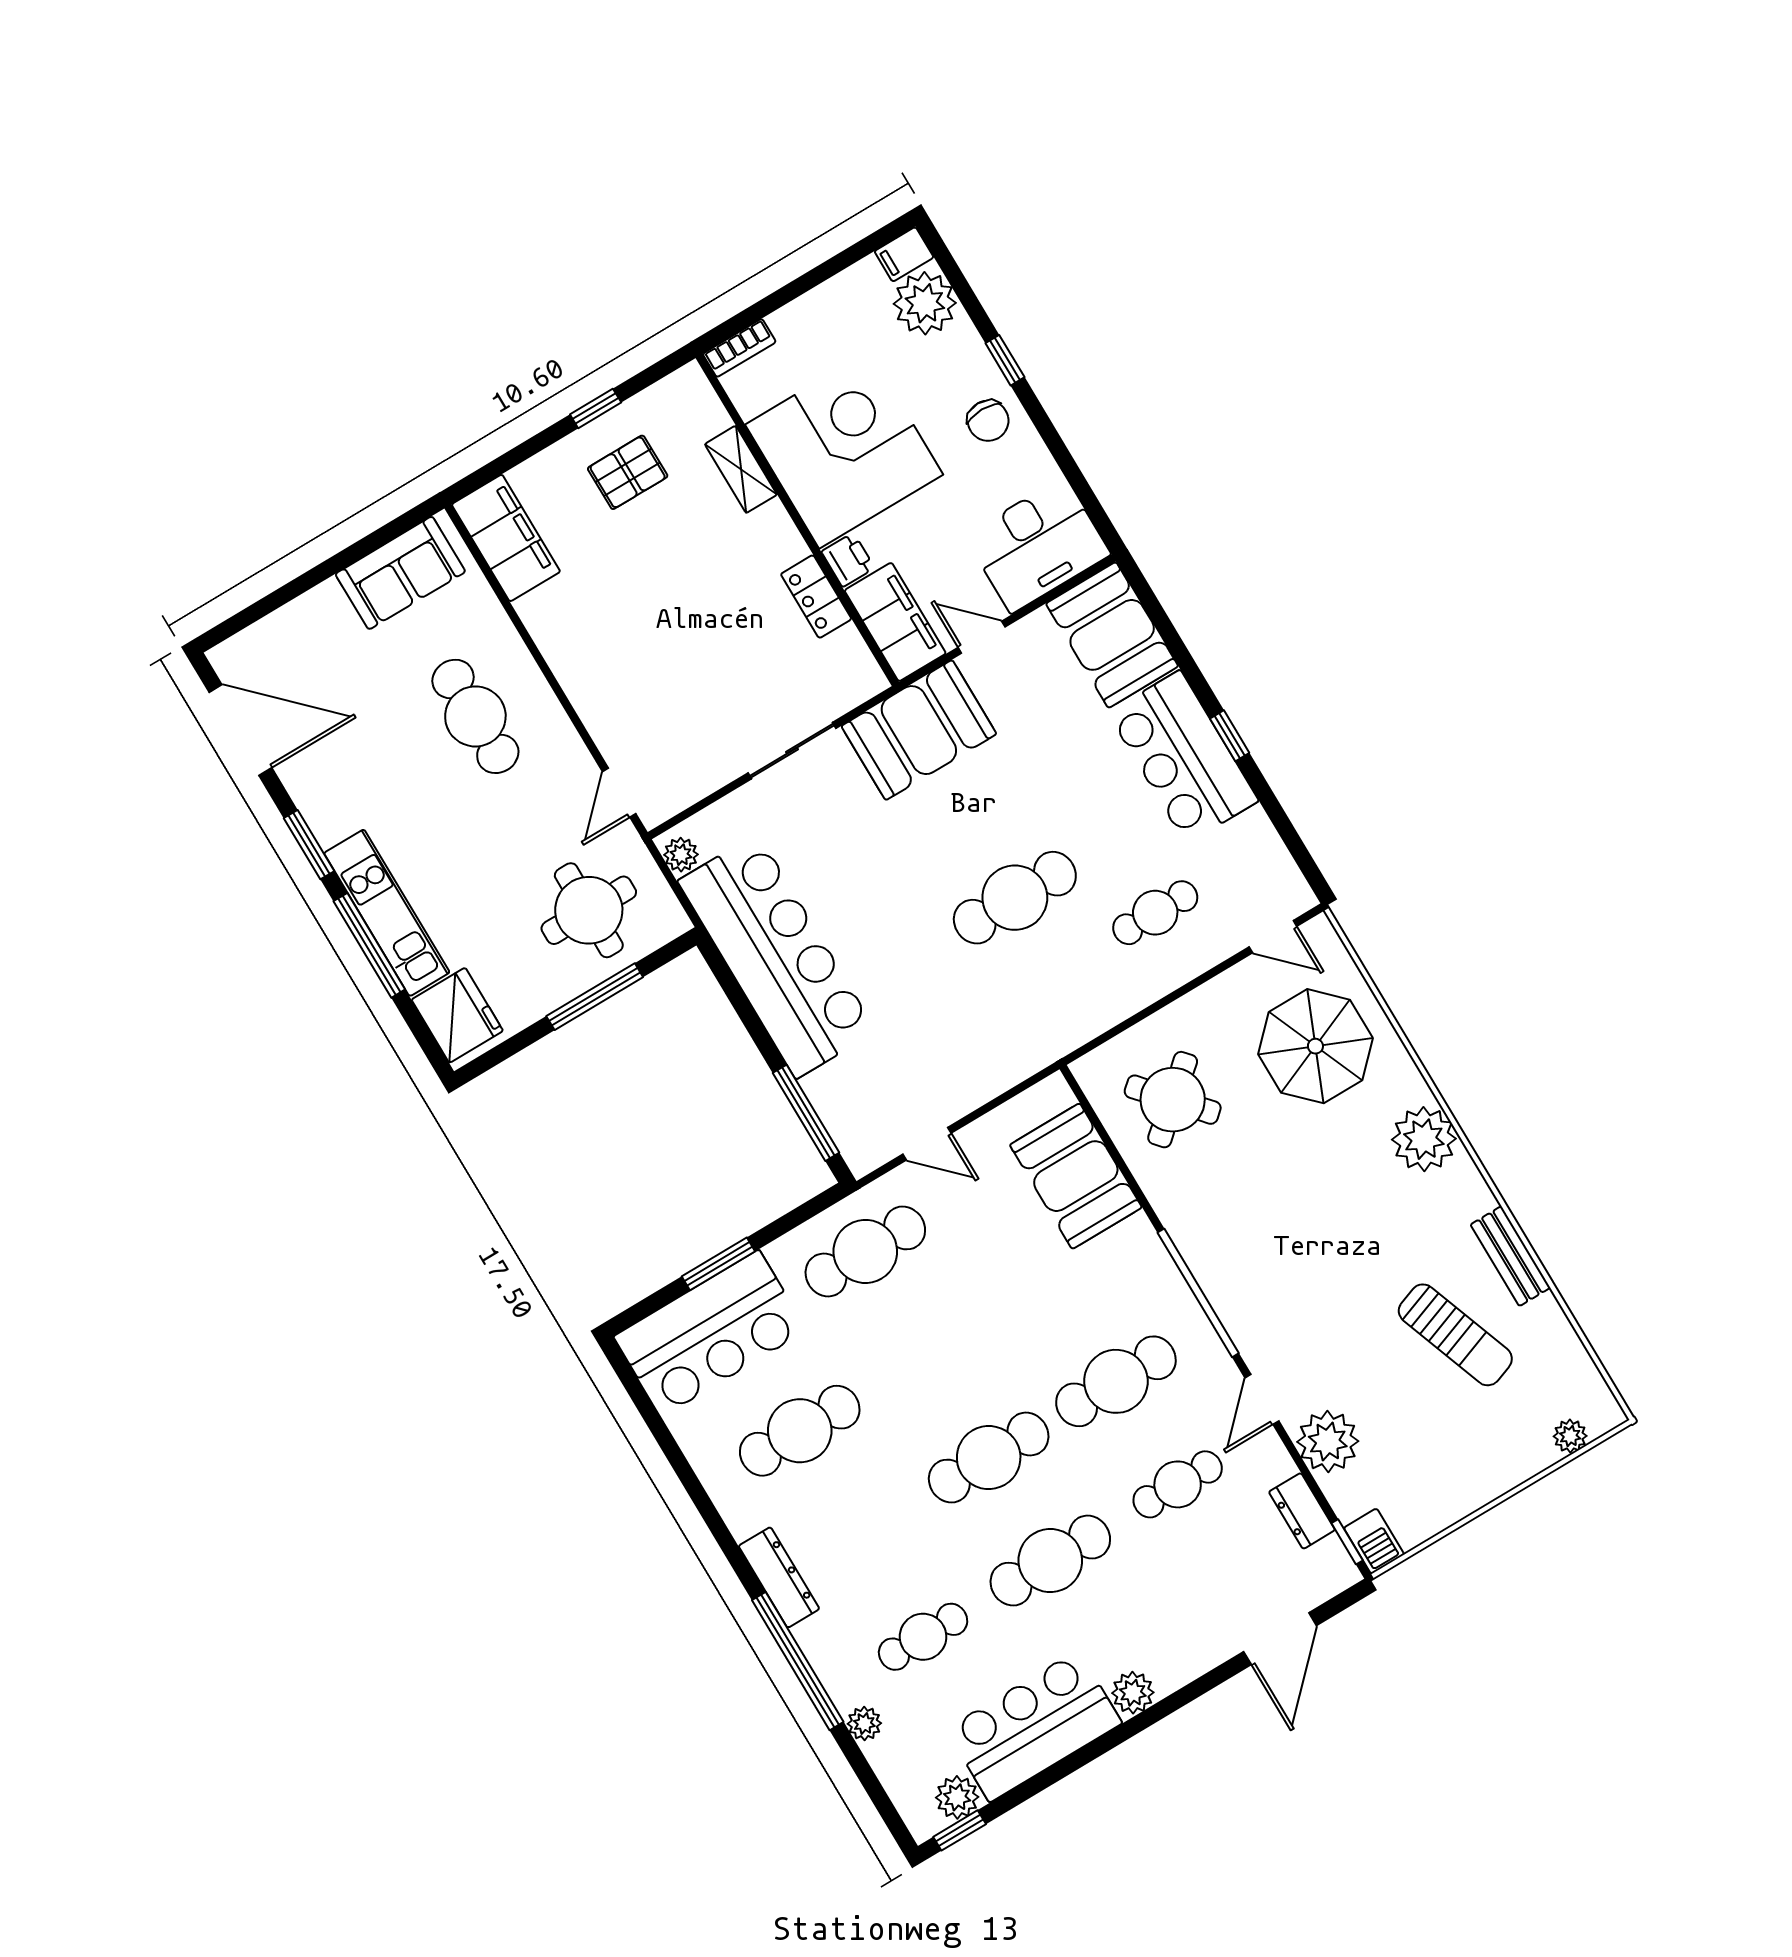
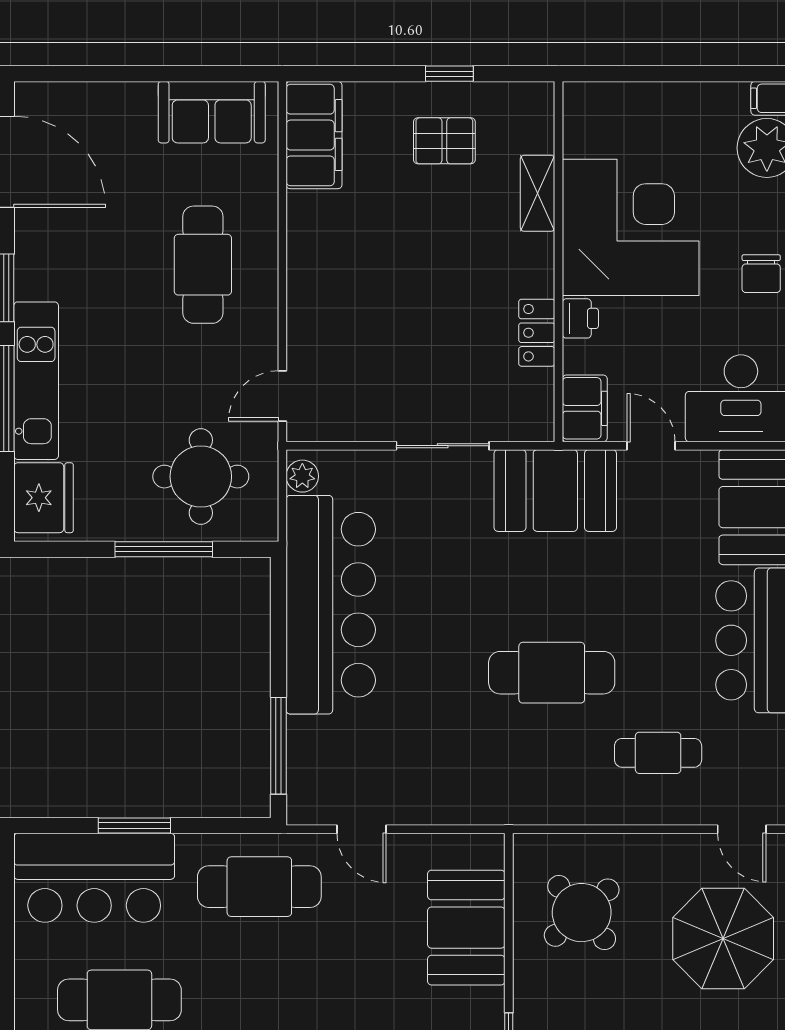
bookcase: (739, 348) -> (595, 94), removed
filing cabinet: (895, 622) -> (585, 408), width x0.67, depth x0.86

